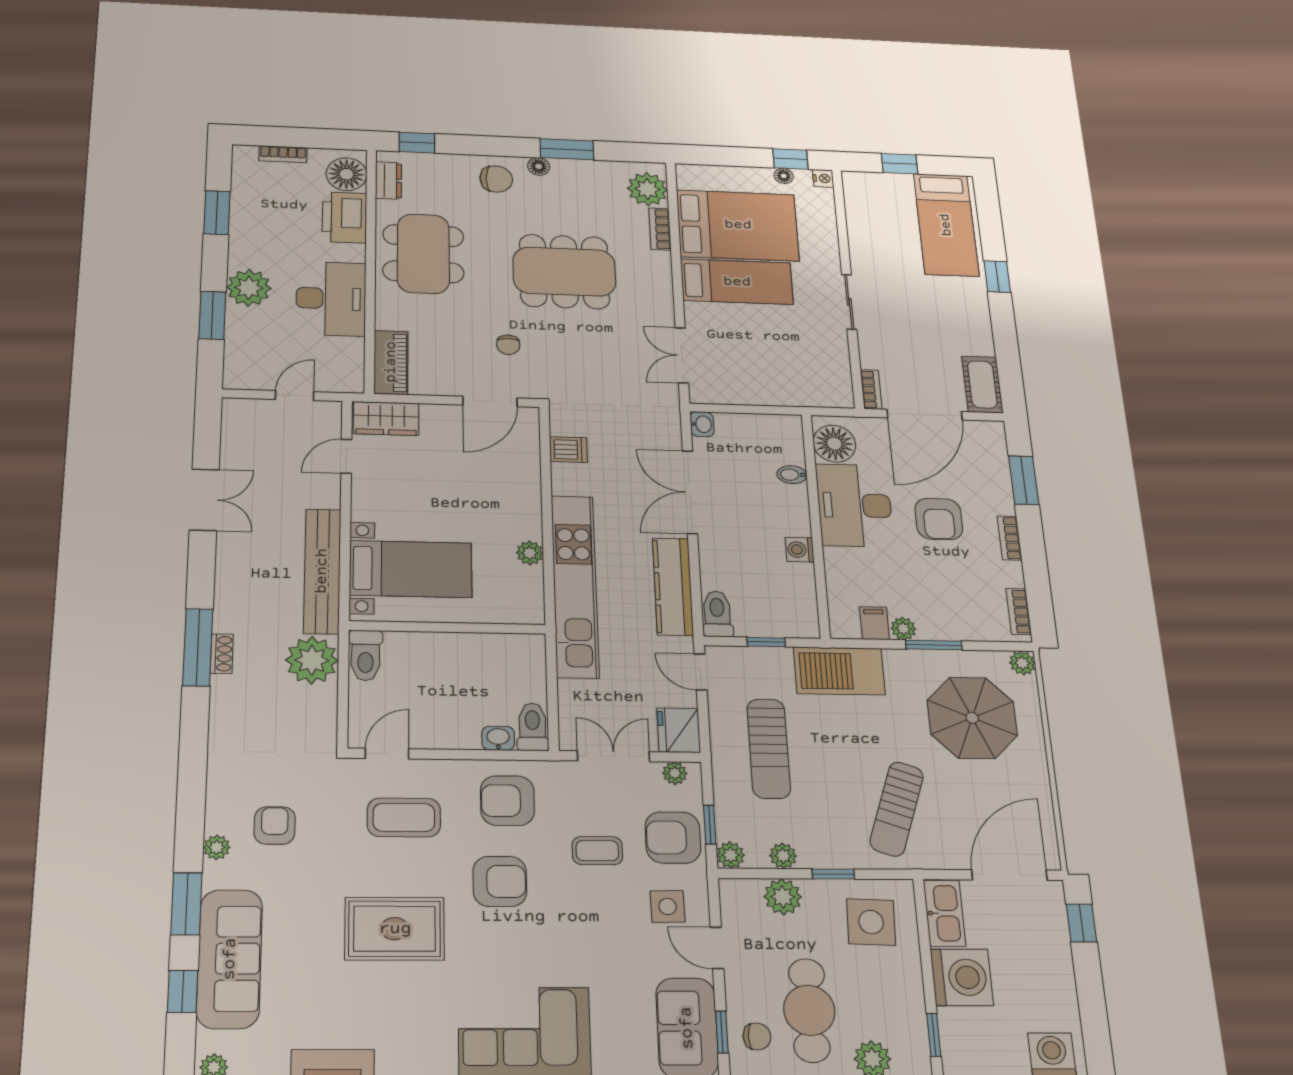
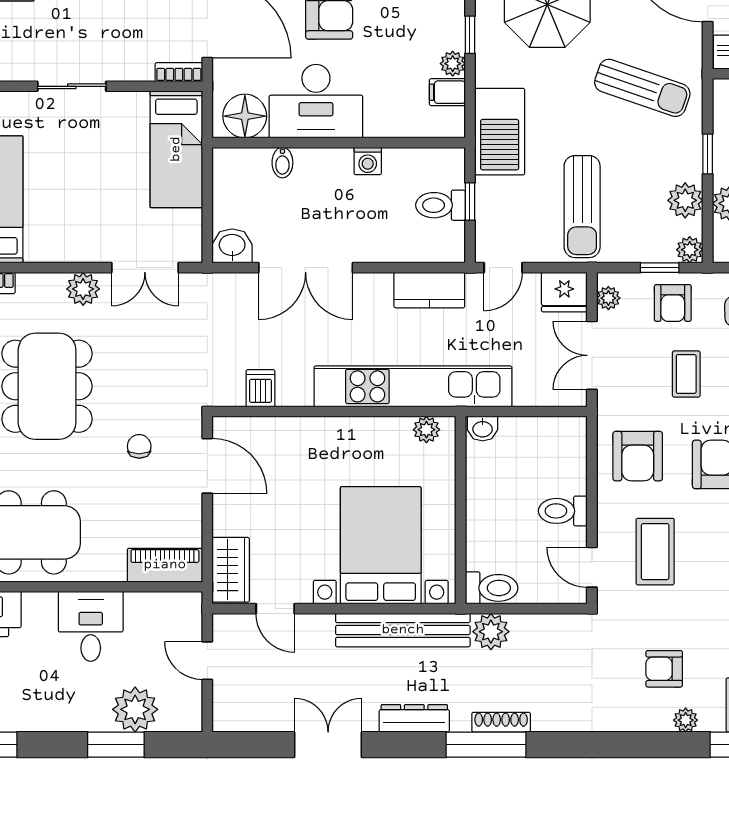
bed: (737, 282) -> (176, 149), moved, turned 180
plant: (249, 288) -> (135, 709), moved
desk: (331, 299) -> (91, 626), width x0.73
plant: (659, 304) -> (83, 289), added
chair: (508, 345) -> (139, 446), turned -90
washbasin: (702, 424) -> (232, 246), width x1.38, depth x1.45
plant: (530, 553) -> (426, 430), moved
bed with nightstands: (411, 569) -> (381, 545), width x1.36
dresser: (229, 580) -> (414, 718), added
kitchen counter: (673, 587) -> (429, 290), width x0.67
toilet: (717, 614) -> (440, 205), moved
window: (934, 645) -> (470, 35), width x0.67
shoe rack: (222, 654) -> (501, 722), width x1.43
plant: (312, 660) -> (491, 632), width x0.73, depth x0.73
toilet: (532, 727) -> (563, 511), moved
washbasin: (498, 738) -> (483, 429), moved, turned -90
sun lounger: (769, 749) -> (582, 207), turned 90
armchair: (673, 838) -> (673, 303), width x0.72, depth x0.72
plant: (783, 856) -> (685, 200), width x1.38, depth x1.38

